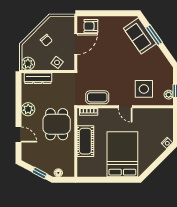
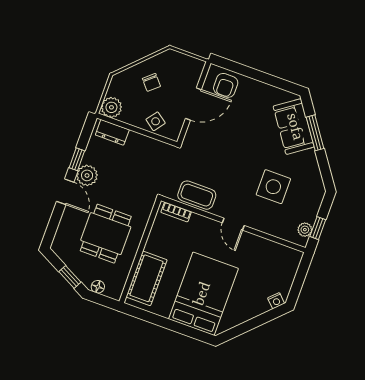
armchair: (91, 26) -> (226, 85), turned -90
dresser: (38, 78) -> (112, 132), width x0.70
side table: (144, 89) -> (273, 187), moved
window: (19, 102) -> (77, 159), added
dining table: (57, 124) -> (106, 234), moved
door: (19, 134) -> (65, 192), moved
cot: (85, 141) -> (146, 278), moved

